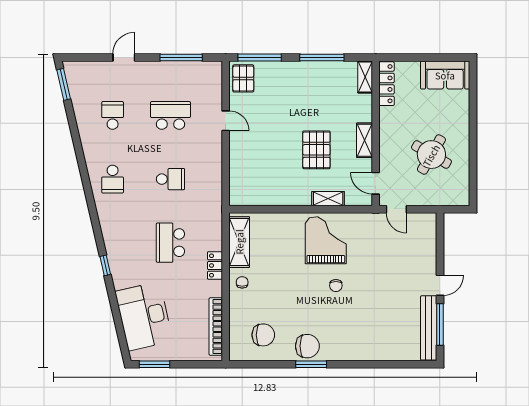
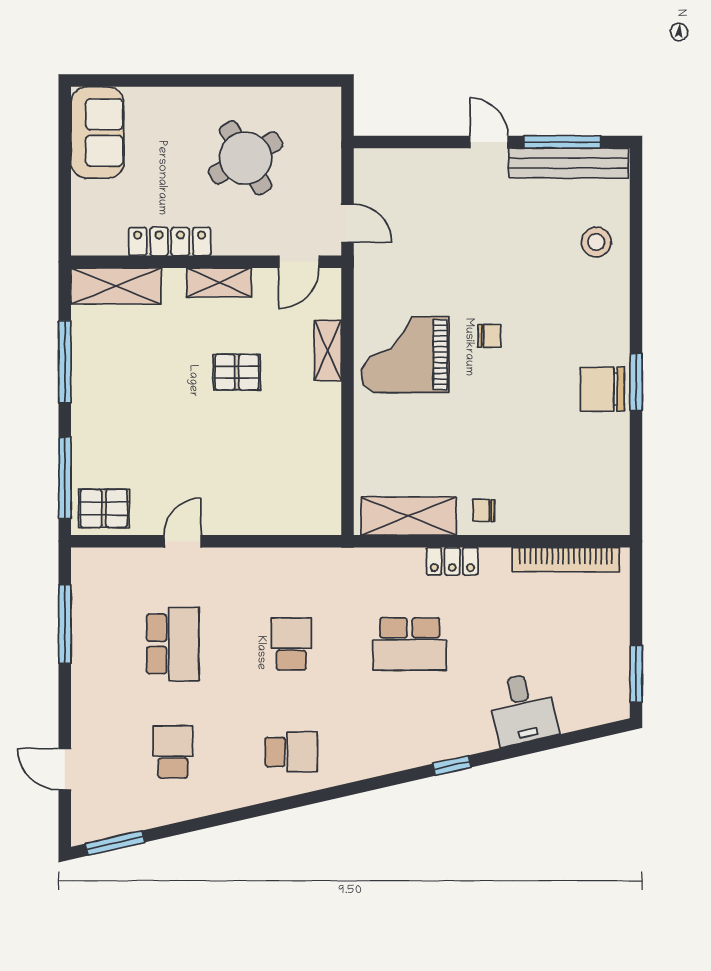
door: (124, 57) -> (65, 769), moved
shelving: (365, 77) -> (116, 286), width x1.50, depth x1.33
locker: (387, 84) -> (170, 242), moved
school desk: (113, 115) -> (173, 752), turned 90
school desk: (170, 115) -> (173, 644), turned 180
pallet: (316, 150) -> (237, 372), width x0.67, depth x0.71
round table: (431, 155) -> (246, 158), turned 30
door: (396, 209) -> (347, 223), hinge flipped
desk: (144, 316) -> (523, 709), width x0.53, depth x0.77
chair: (263, 335) -> (582, 471), removed
stool: (386, 343) -> (596, 242), added
chair: (307, 346) -> (602, 389), turned -90

